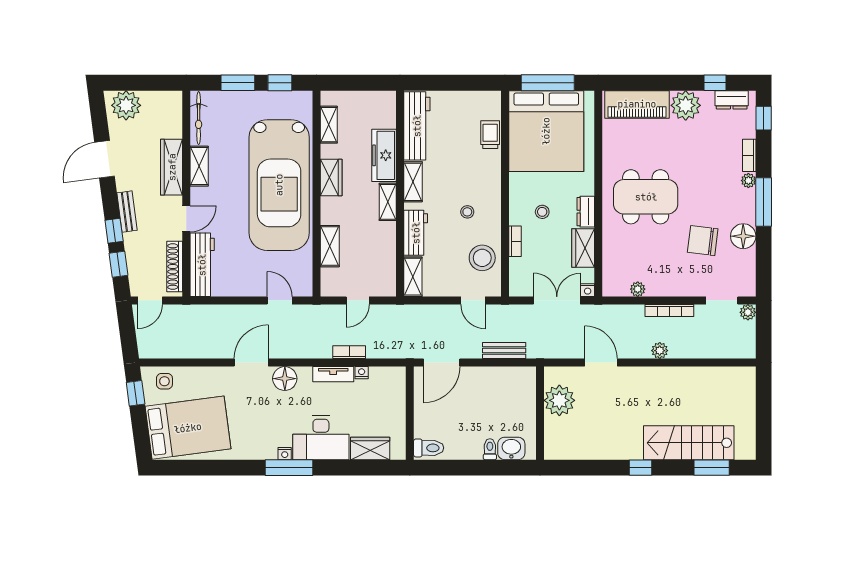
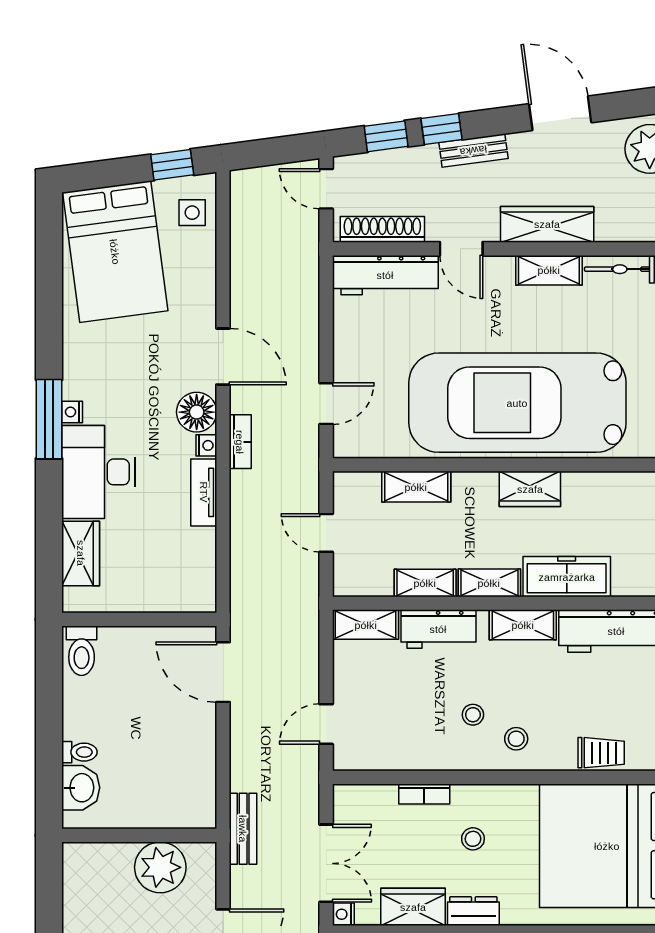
shelving: (329, 125) -> (425, 583), moved
stool: (482, 258) -> (516, 739), moved, width x0.53, depth x0.53
bench: (504, 351) -> (243, 829), moved
bookcase: (349, 352) -> (240, 442), moved
nightstand: (362, 373) -> (206, 445), moved

